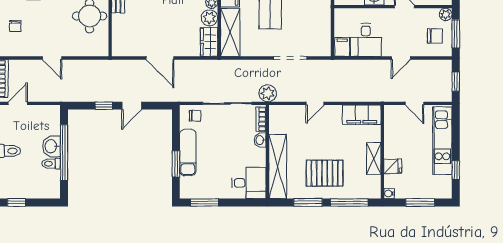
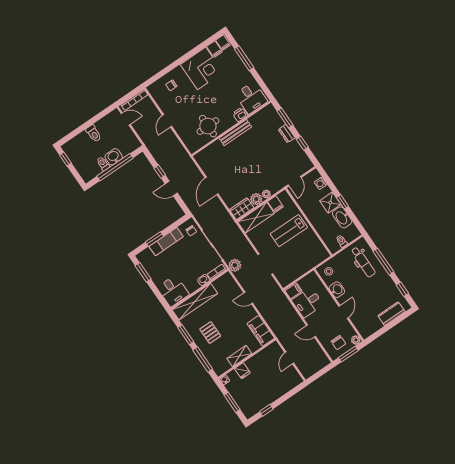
window: (456, 82) -> (319, 374), removed
kitchen unit: (442, 141) -> (278, 390), removed
pallet: (325, 173) -> (210, 333), width x0.67, depth x0.71

